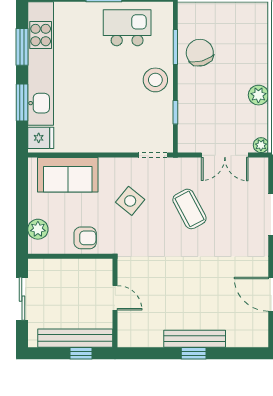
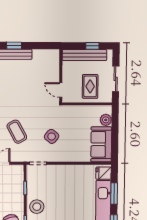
sofa: (68, 175) -> (101, 144), moved, turned -90
armchair: (85, 238) -> (78, 115), removed
rug: (65, 286) -> (90, 86), added
door: (115, 298) -> (61, 90), moved
window: (81, 353) -> (92, 46), moved

